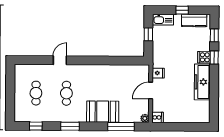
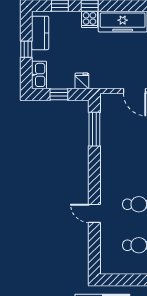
window: (122, 61) -> (94, 129), added
fridge: (158, 73) -> (82, 81), moved

